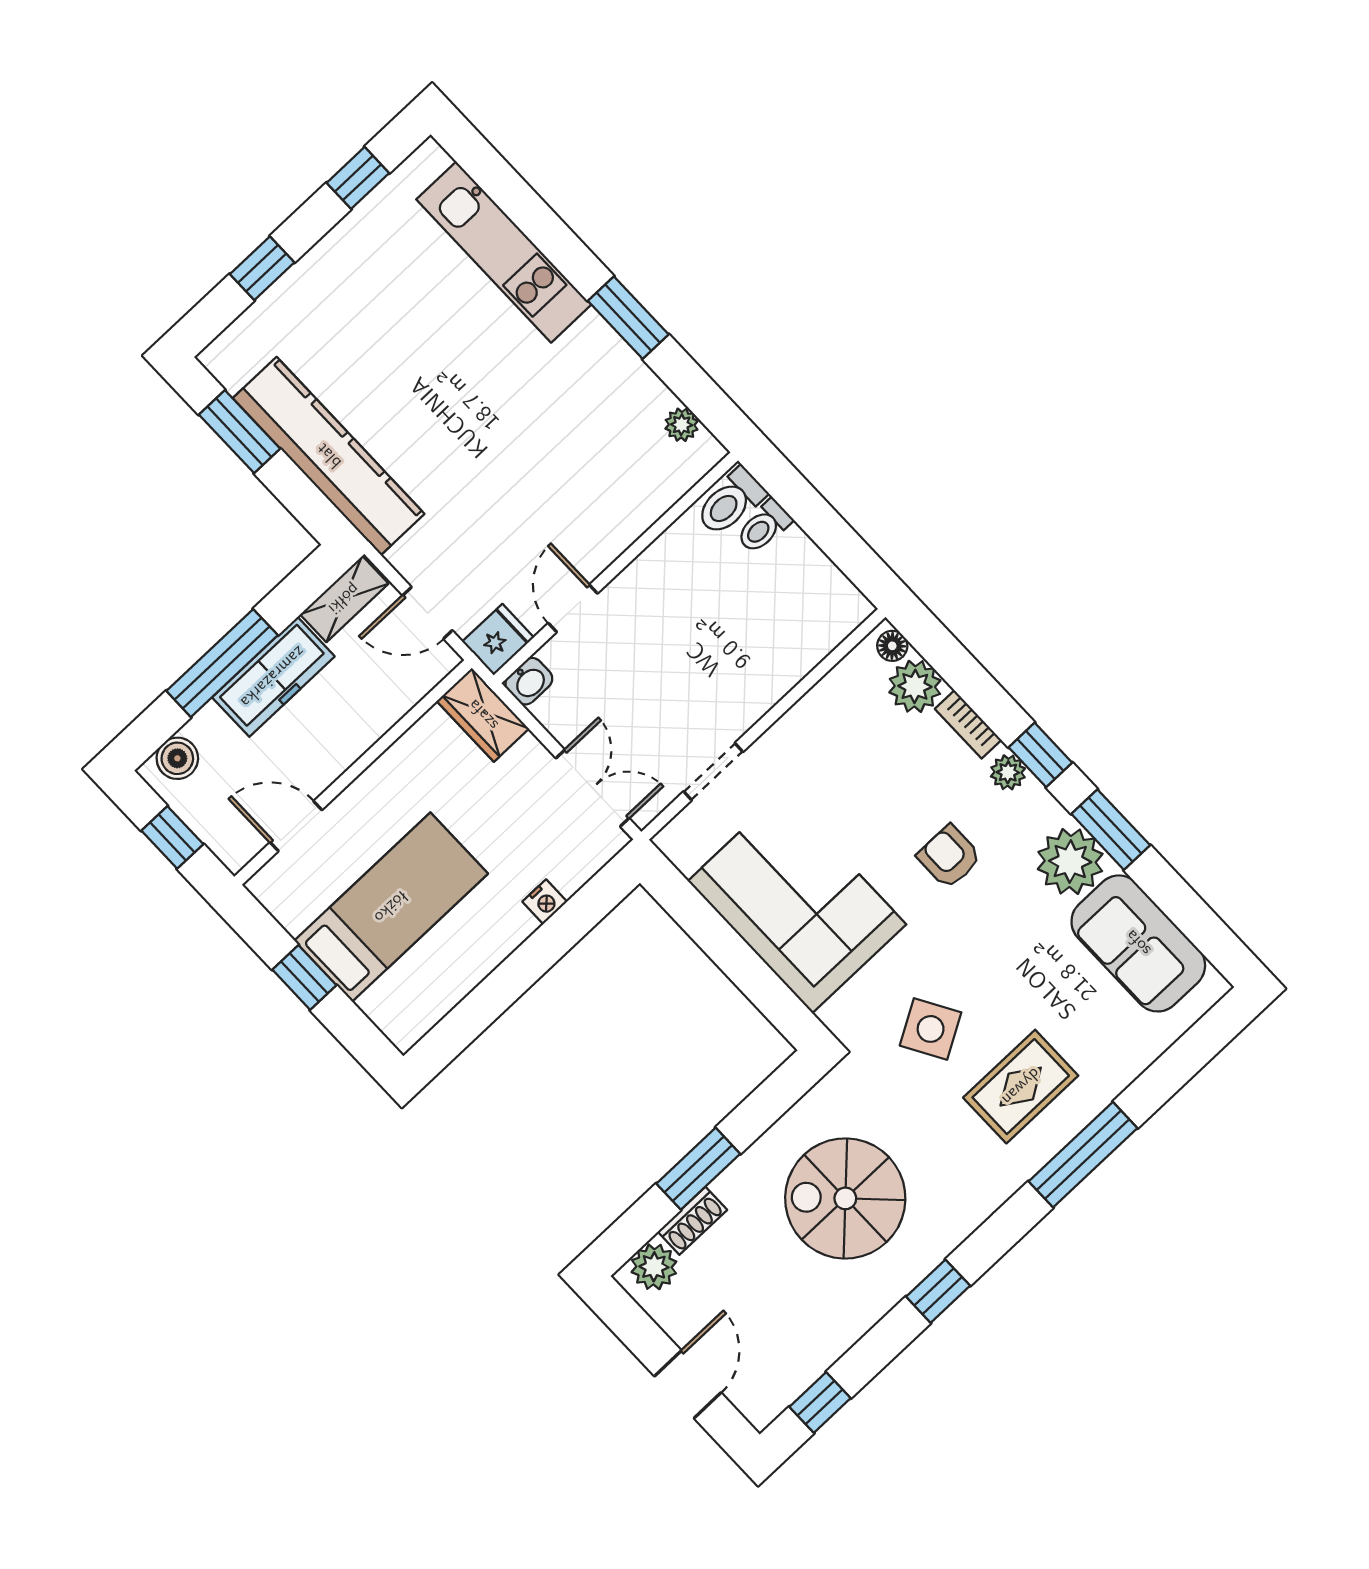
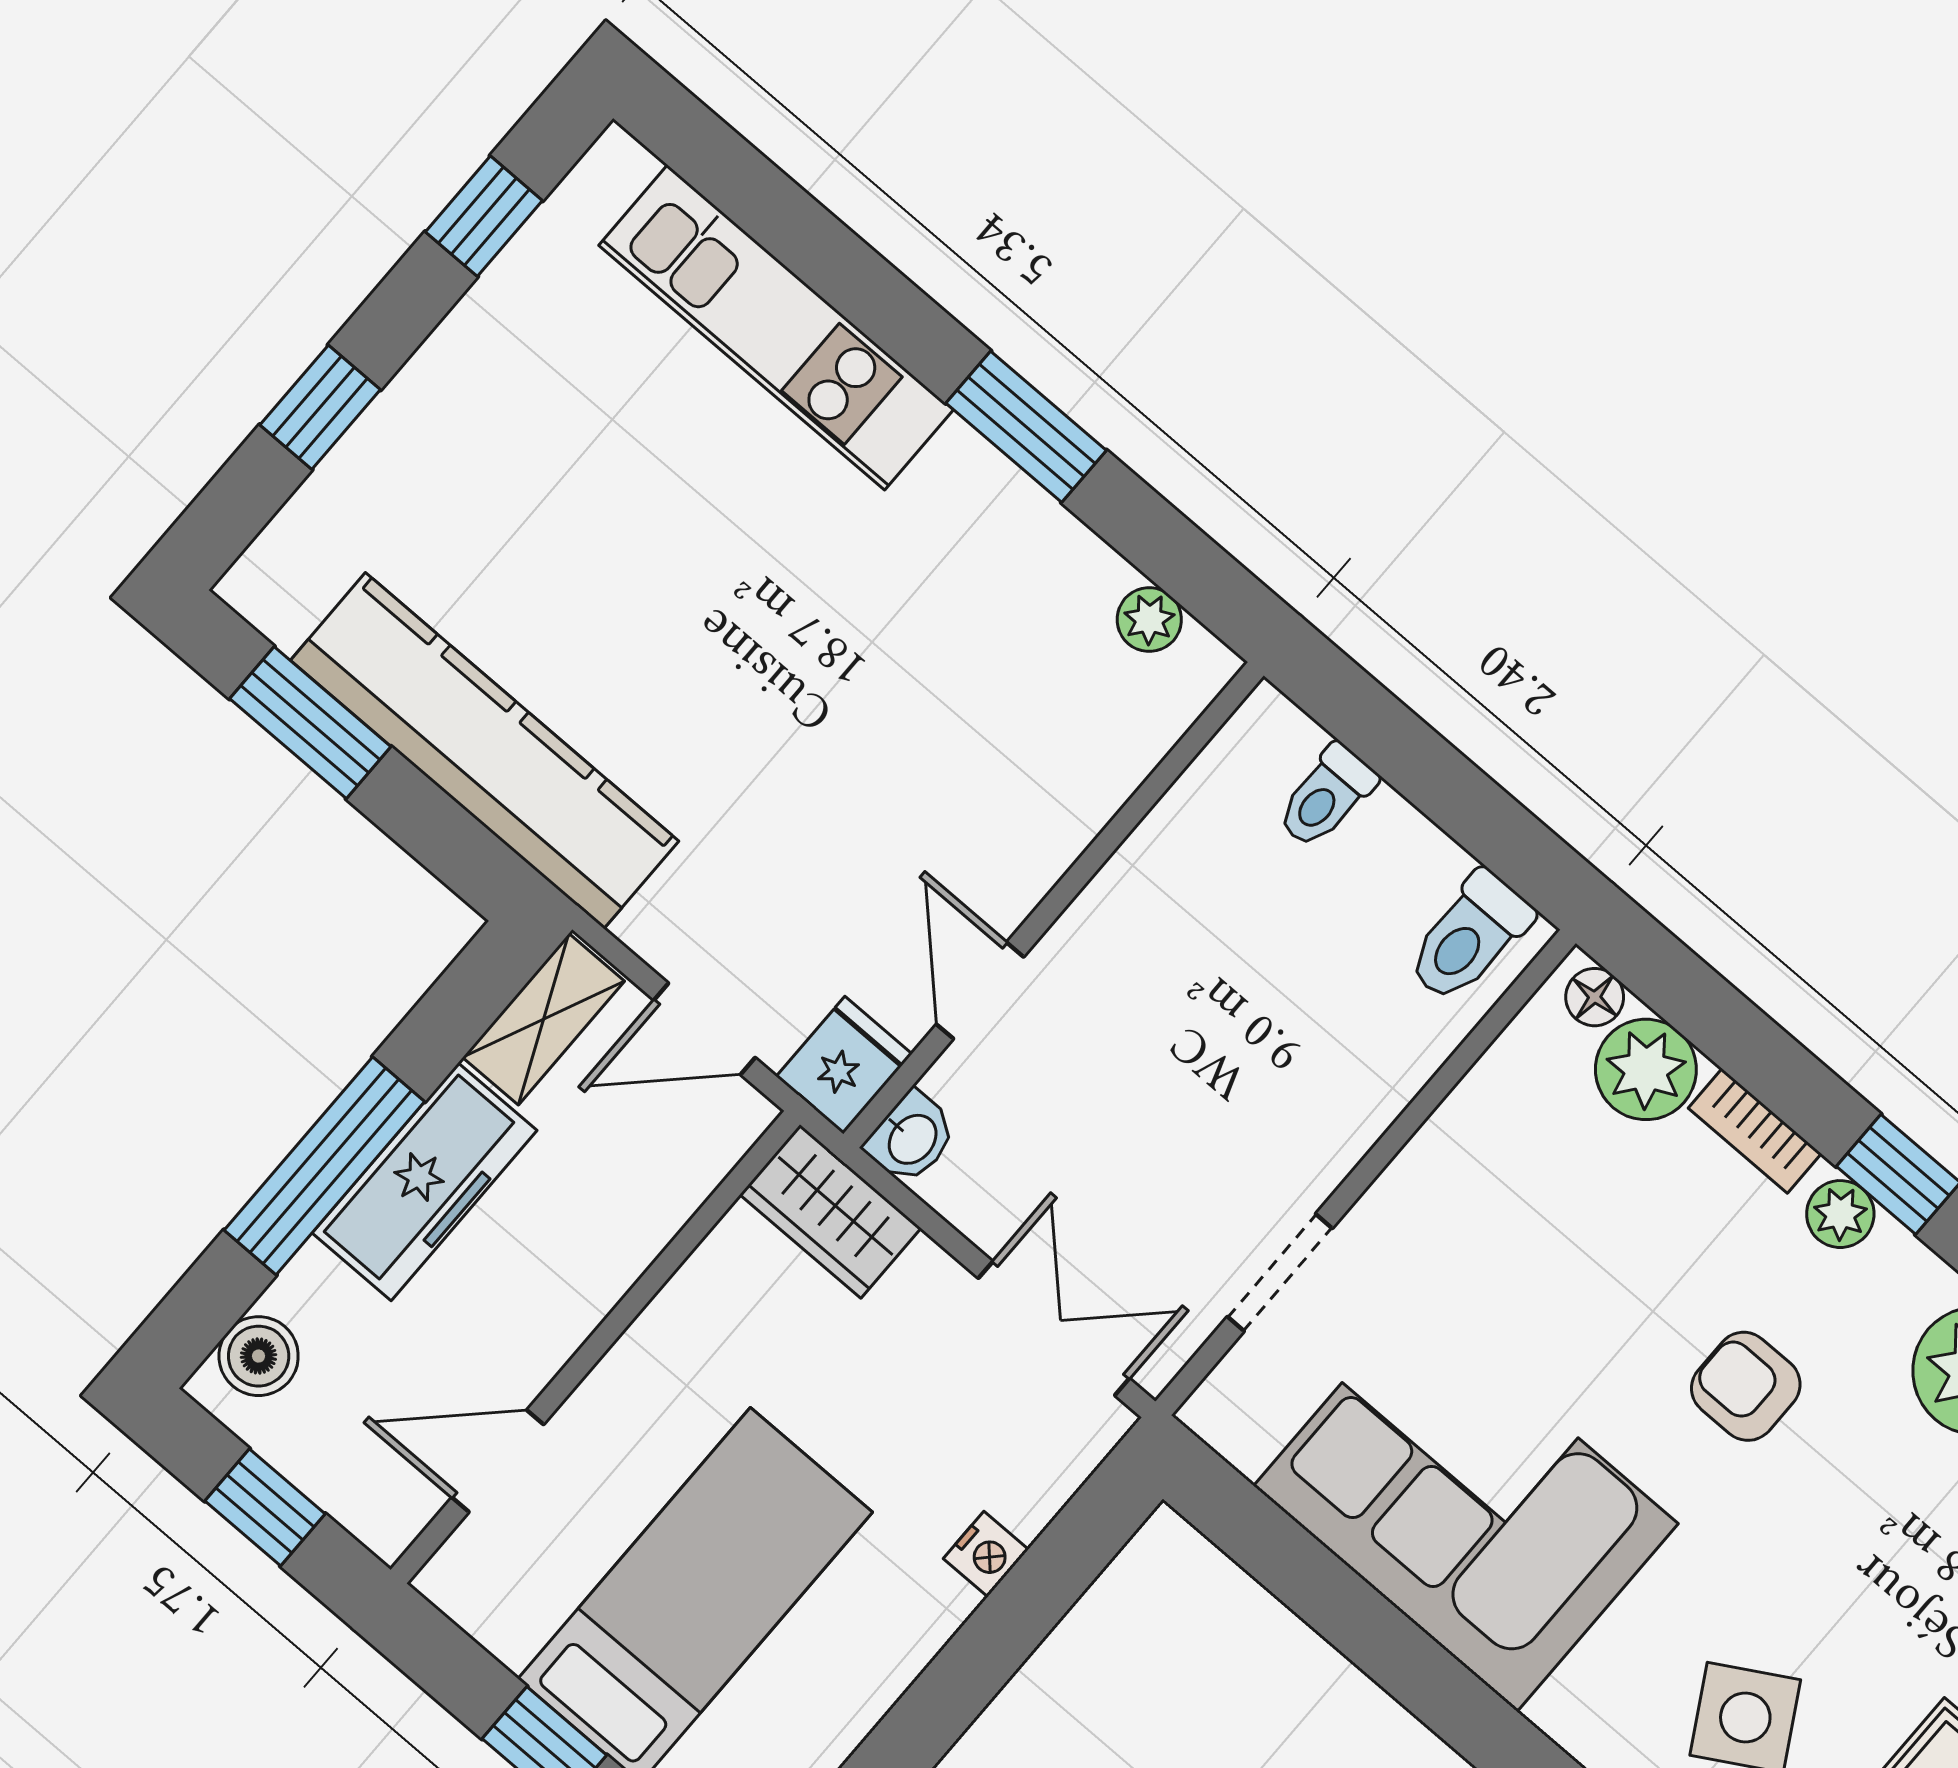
toilet: (731, 502) -> (1469, 937), moved

